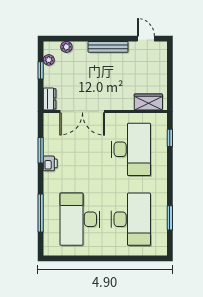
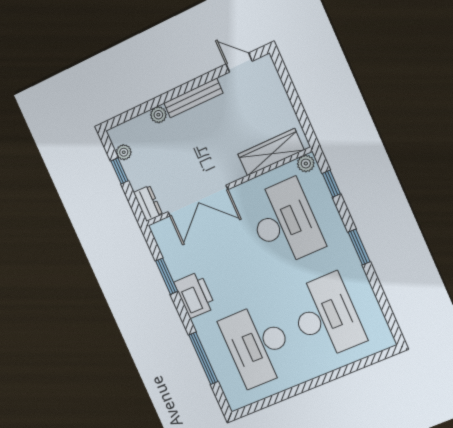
plant: (66, 47) -> (158, 115), moved
wardrobe: (148, 102) -> (271, 152), width x1.50
plant: (160, 119) -> (306, 164), added
printer: (50, 163) -> (195, 295), width x1.87, depth x1.48
window: (170, 218) -> (359, 247), moved

